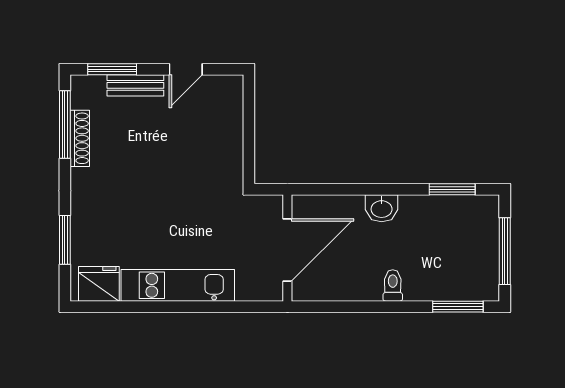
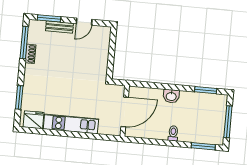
shoe rack: (80, 138) -> (30, 54), width x0.70

